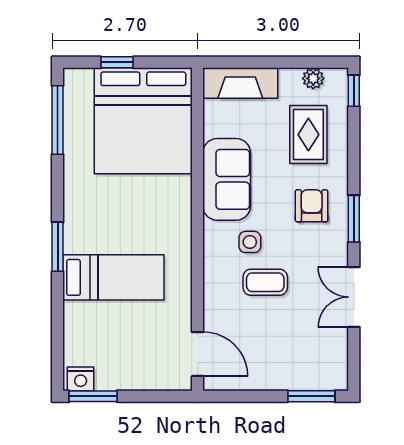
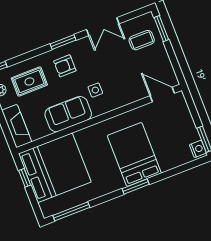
window: (117, 62) -> (25, 178), moved
bed: (113, 277) -> (134, 154), width x1.50
coffee table: (265, 282) -> (142, 40), moved, turned 90
door: (198, 354) -> (162, 95), hinge flipped

